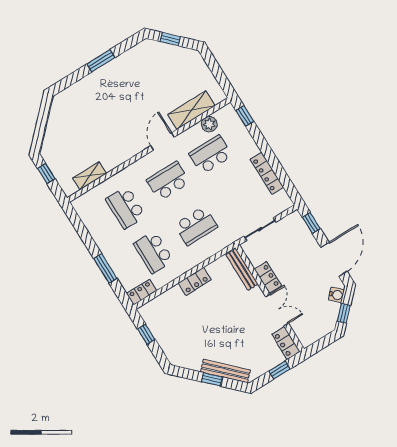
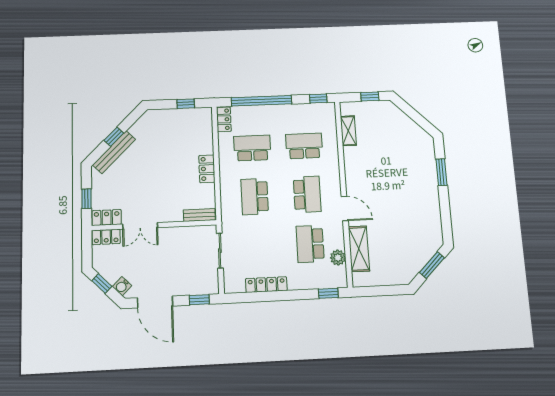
window: (170, 39) -> (432, 265), width x1.50
window: (101, 61) -> (441, 172), moved
school desk: (211, 155) -> (310, 244), turned 180
window: (74, 219) -> (318, 98), added
window: (105, 268) -> (261, 101), width x2.11
bench: (242, 269) -> (199, 215), width x0.73
locker: (268, 277) -> (106, 237), moved

